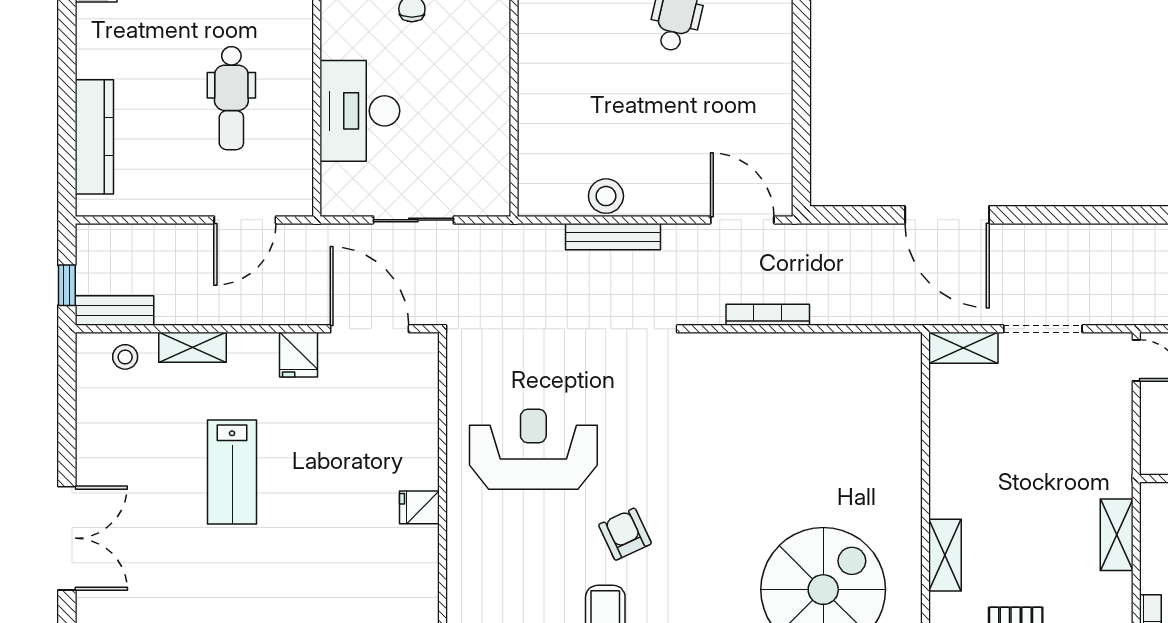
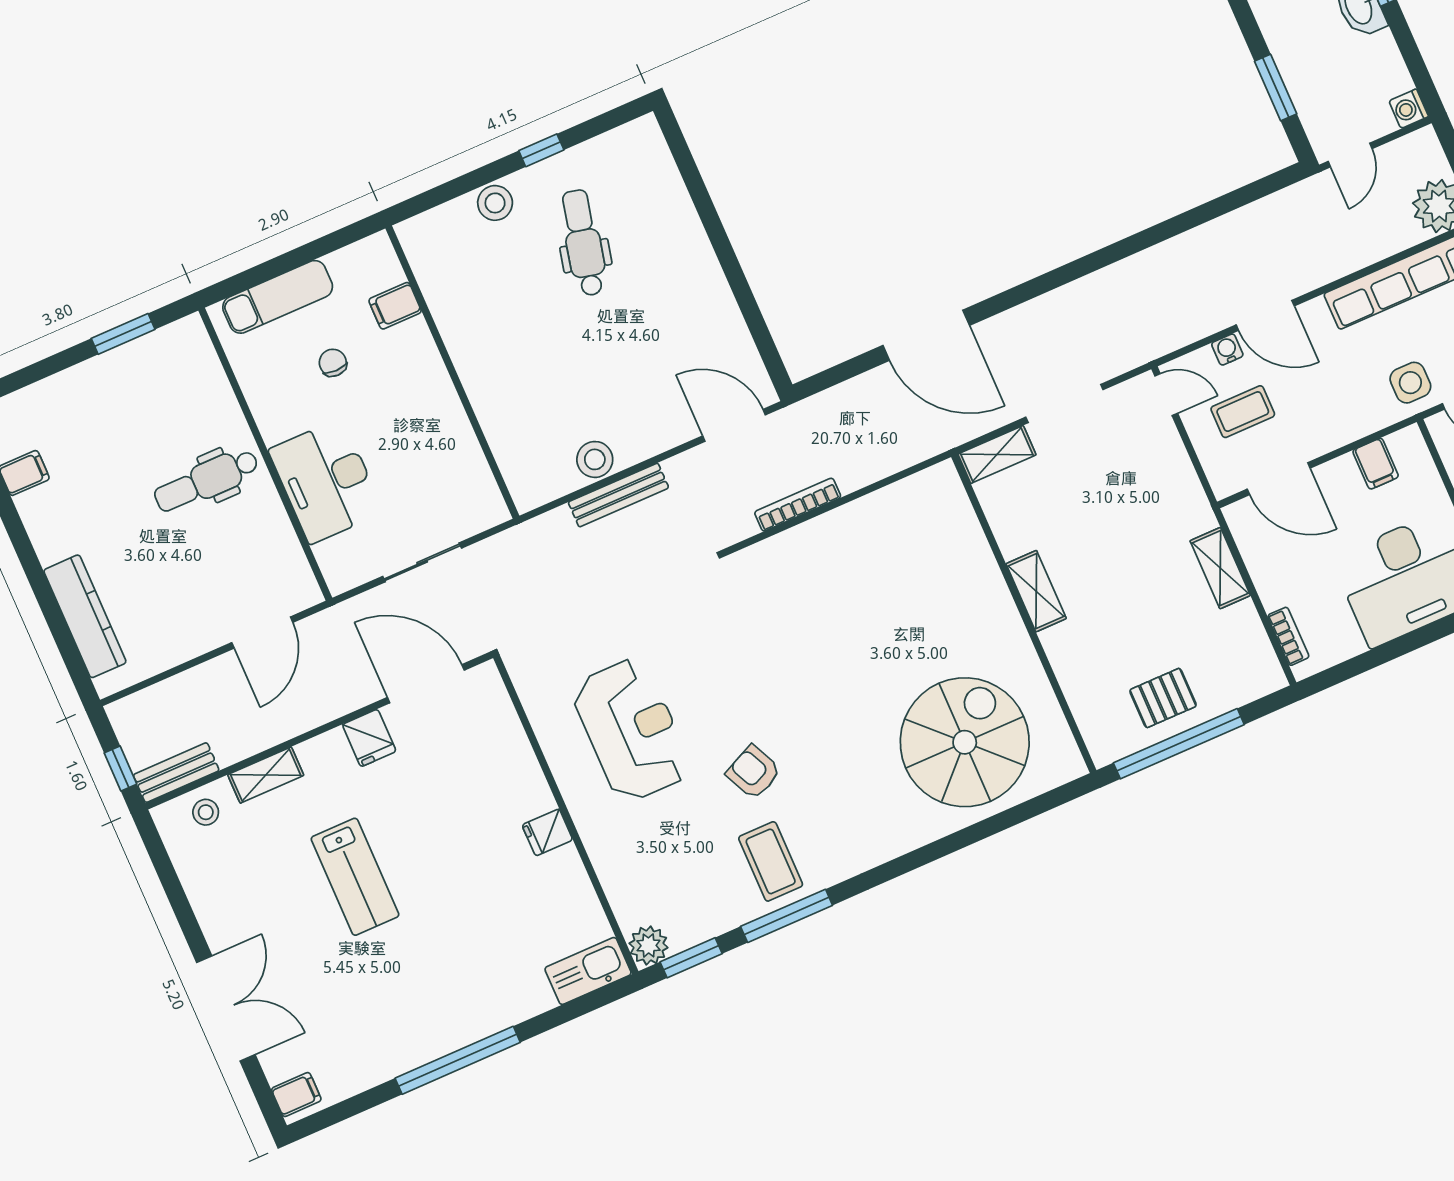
dental chair: (231, 98) -> (206, 480), moved, turned 90
reception desk: (533, 449) -> (631, 730), turned 90
shelving: (945, 555) -> (1036, 591), moved

